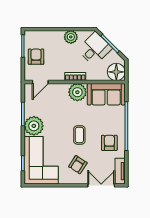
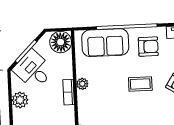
plant: (77, 92) -> (82, 84), width x0.53, depth x0.53
sofa: (106, 94) -> (105, 43), moved, turned 90
armchair: (109, 143) -> (148, 47), turned 180

